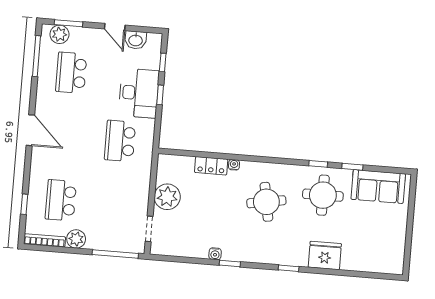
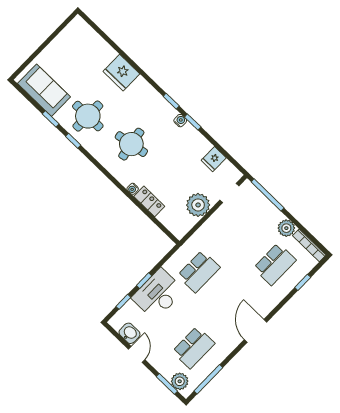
fridge: (186, 247) -> (214, 159), added
water cooler: (215, 254) -> (180, 121), moved
window: (289, 268) -> (171, 101), moved

